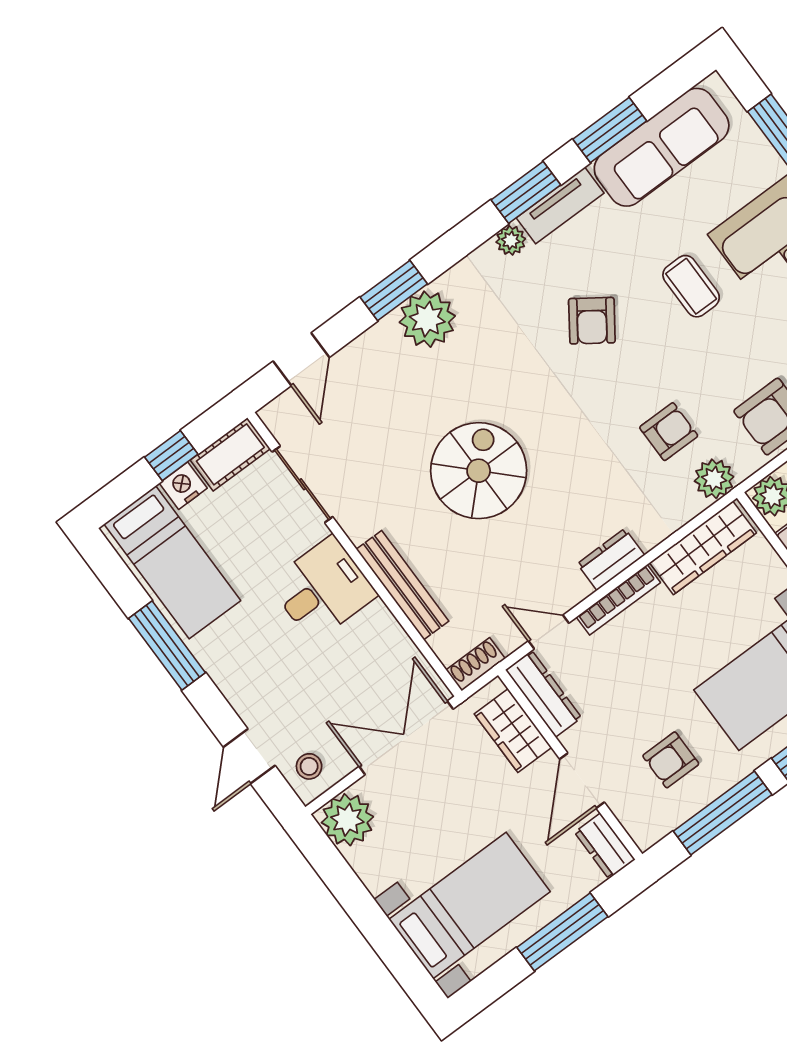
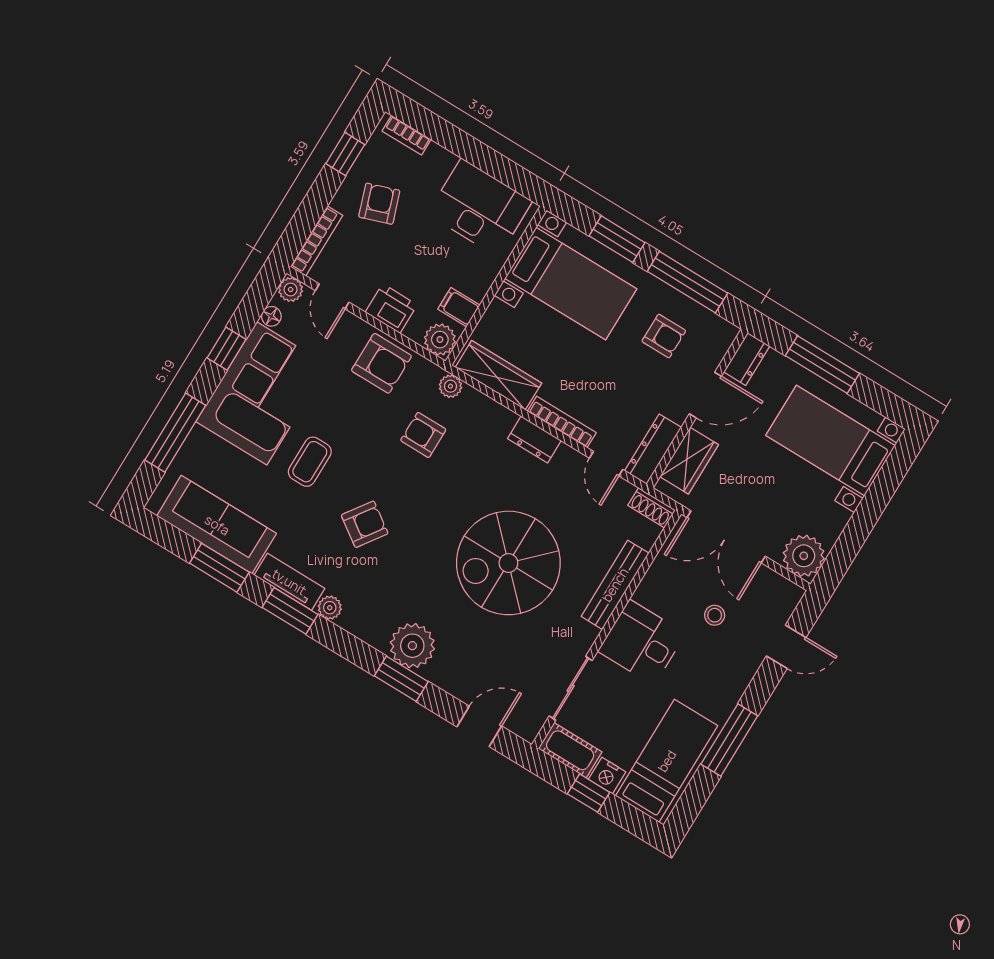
spiral stairs: (479, 471) -> (508, 563), width x1.37, depth x1.37
plant: (714, 479) -> (450, 386), width x0.73, depth x0.73
stool: (309, 766) -> (715, 615), moved

